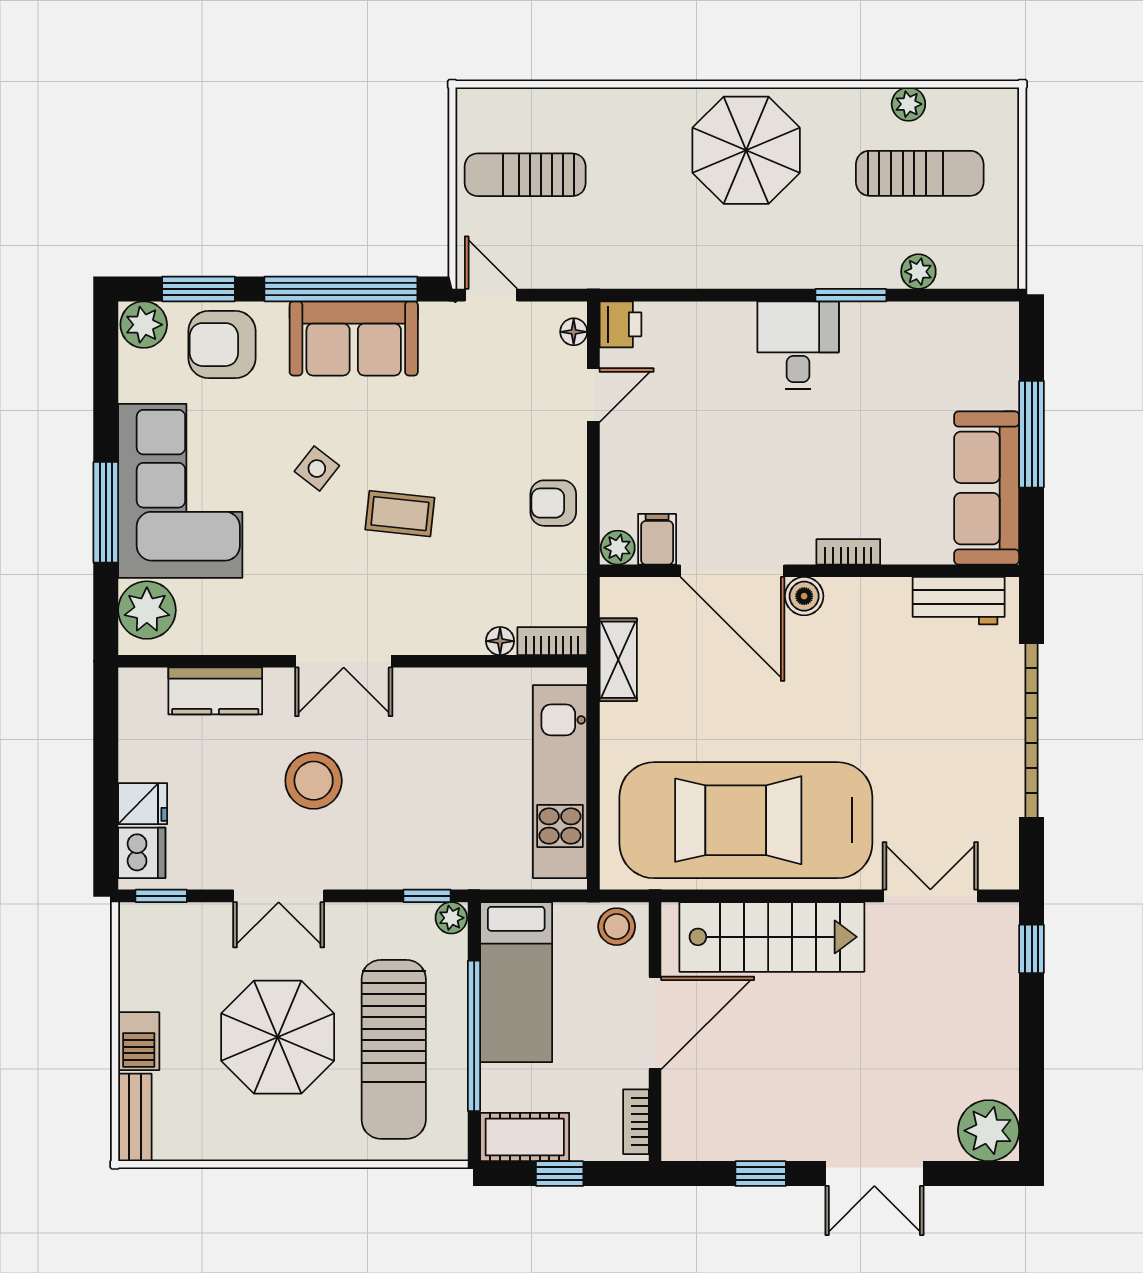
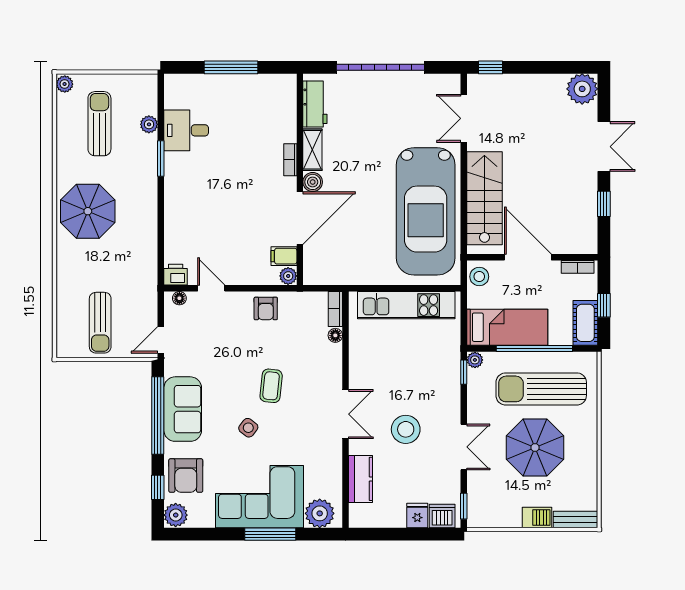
plant: (908, 104) -> (65, 84), moved
window: (199, 289) -> (158, 487), width x0.67
desk: (798, 345) -> (186, 130), moved
sofa: (987, 488) -> (258, 90), removed
shelving: (618, 660) -> (312, 150), moved, turned 90
sun lounger: (394, 1049) -> (541, 389), turned 180

